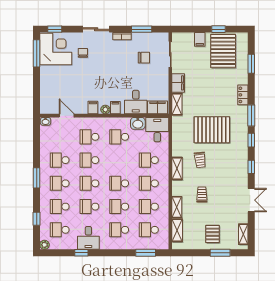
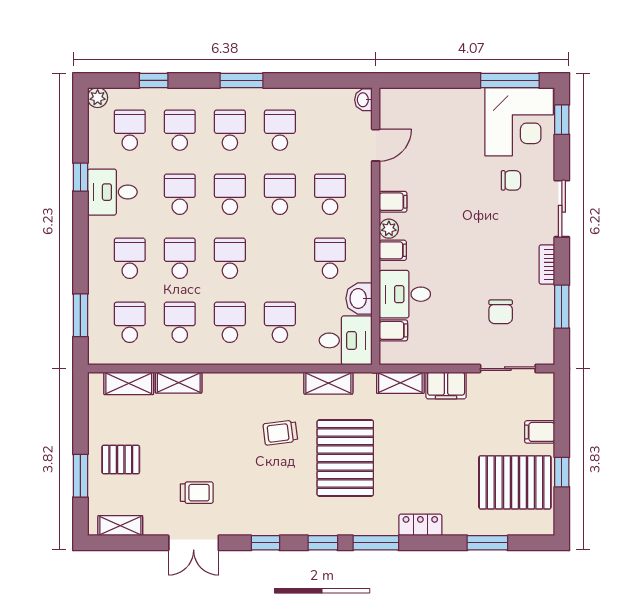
filing cabinet: (158, 107) -> (393, 330), width x0.50
shelving: (177, 169) -> (328, 383), moved
trolley: (202, 195) -> (197, 493), moved

